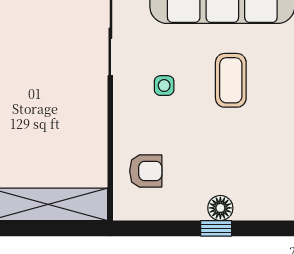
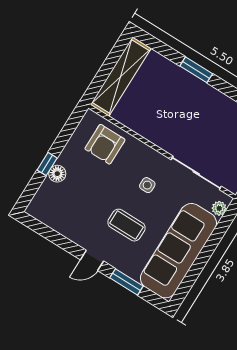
armchair: (146, 171) -> (105, 144), width x1.38, depth x1.38

